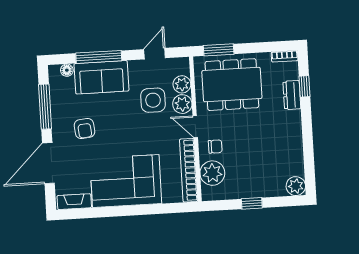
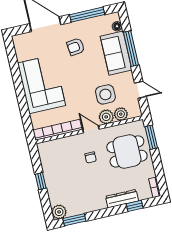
dining table: (232, 85) -> (127, 151), width x0.73
dresser: (292, 95) -> (122, 199), width x1.44
door: (195, 127) -> (91, 129), hinge flipped
chair: (215, 147) -> (91, 158), moved
window: (309, 168) -> (74, 220), added
plant: (212, 173) -> (58, 148), removed
fireplace: (74, 202) -> (20, 48), removed

